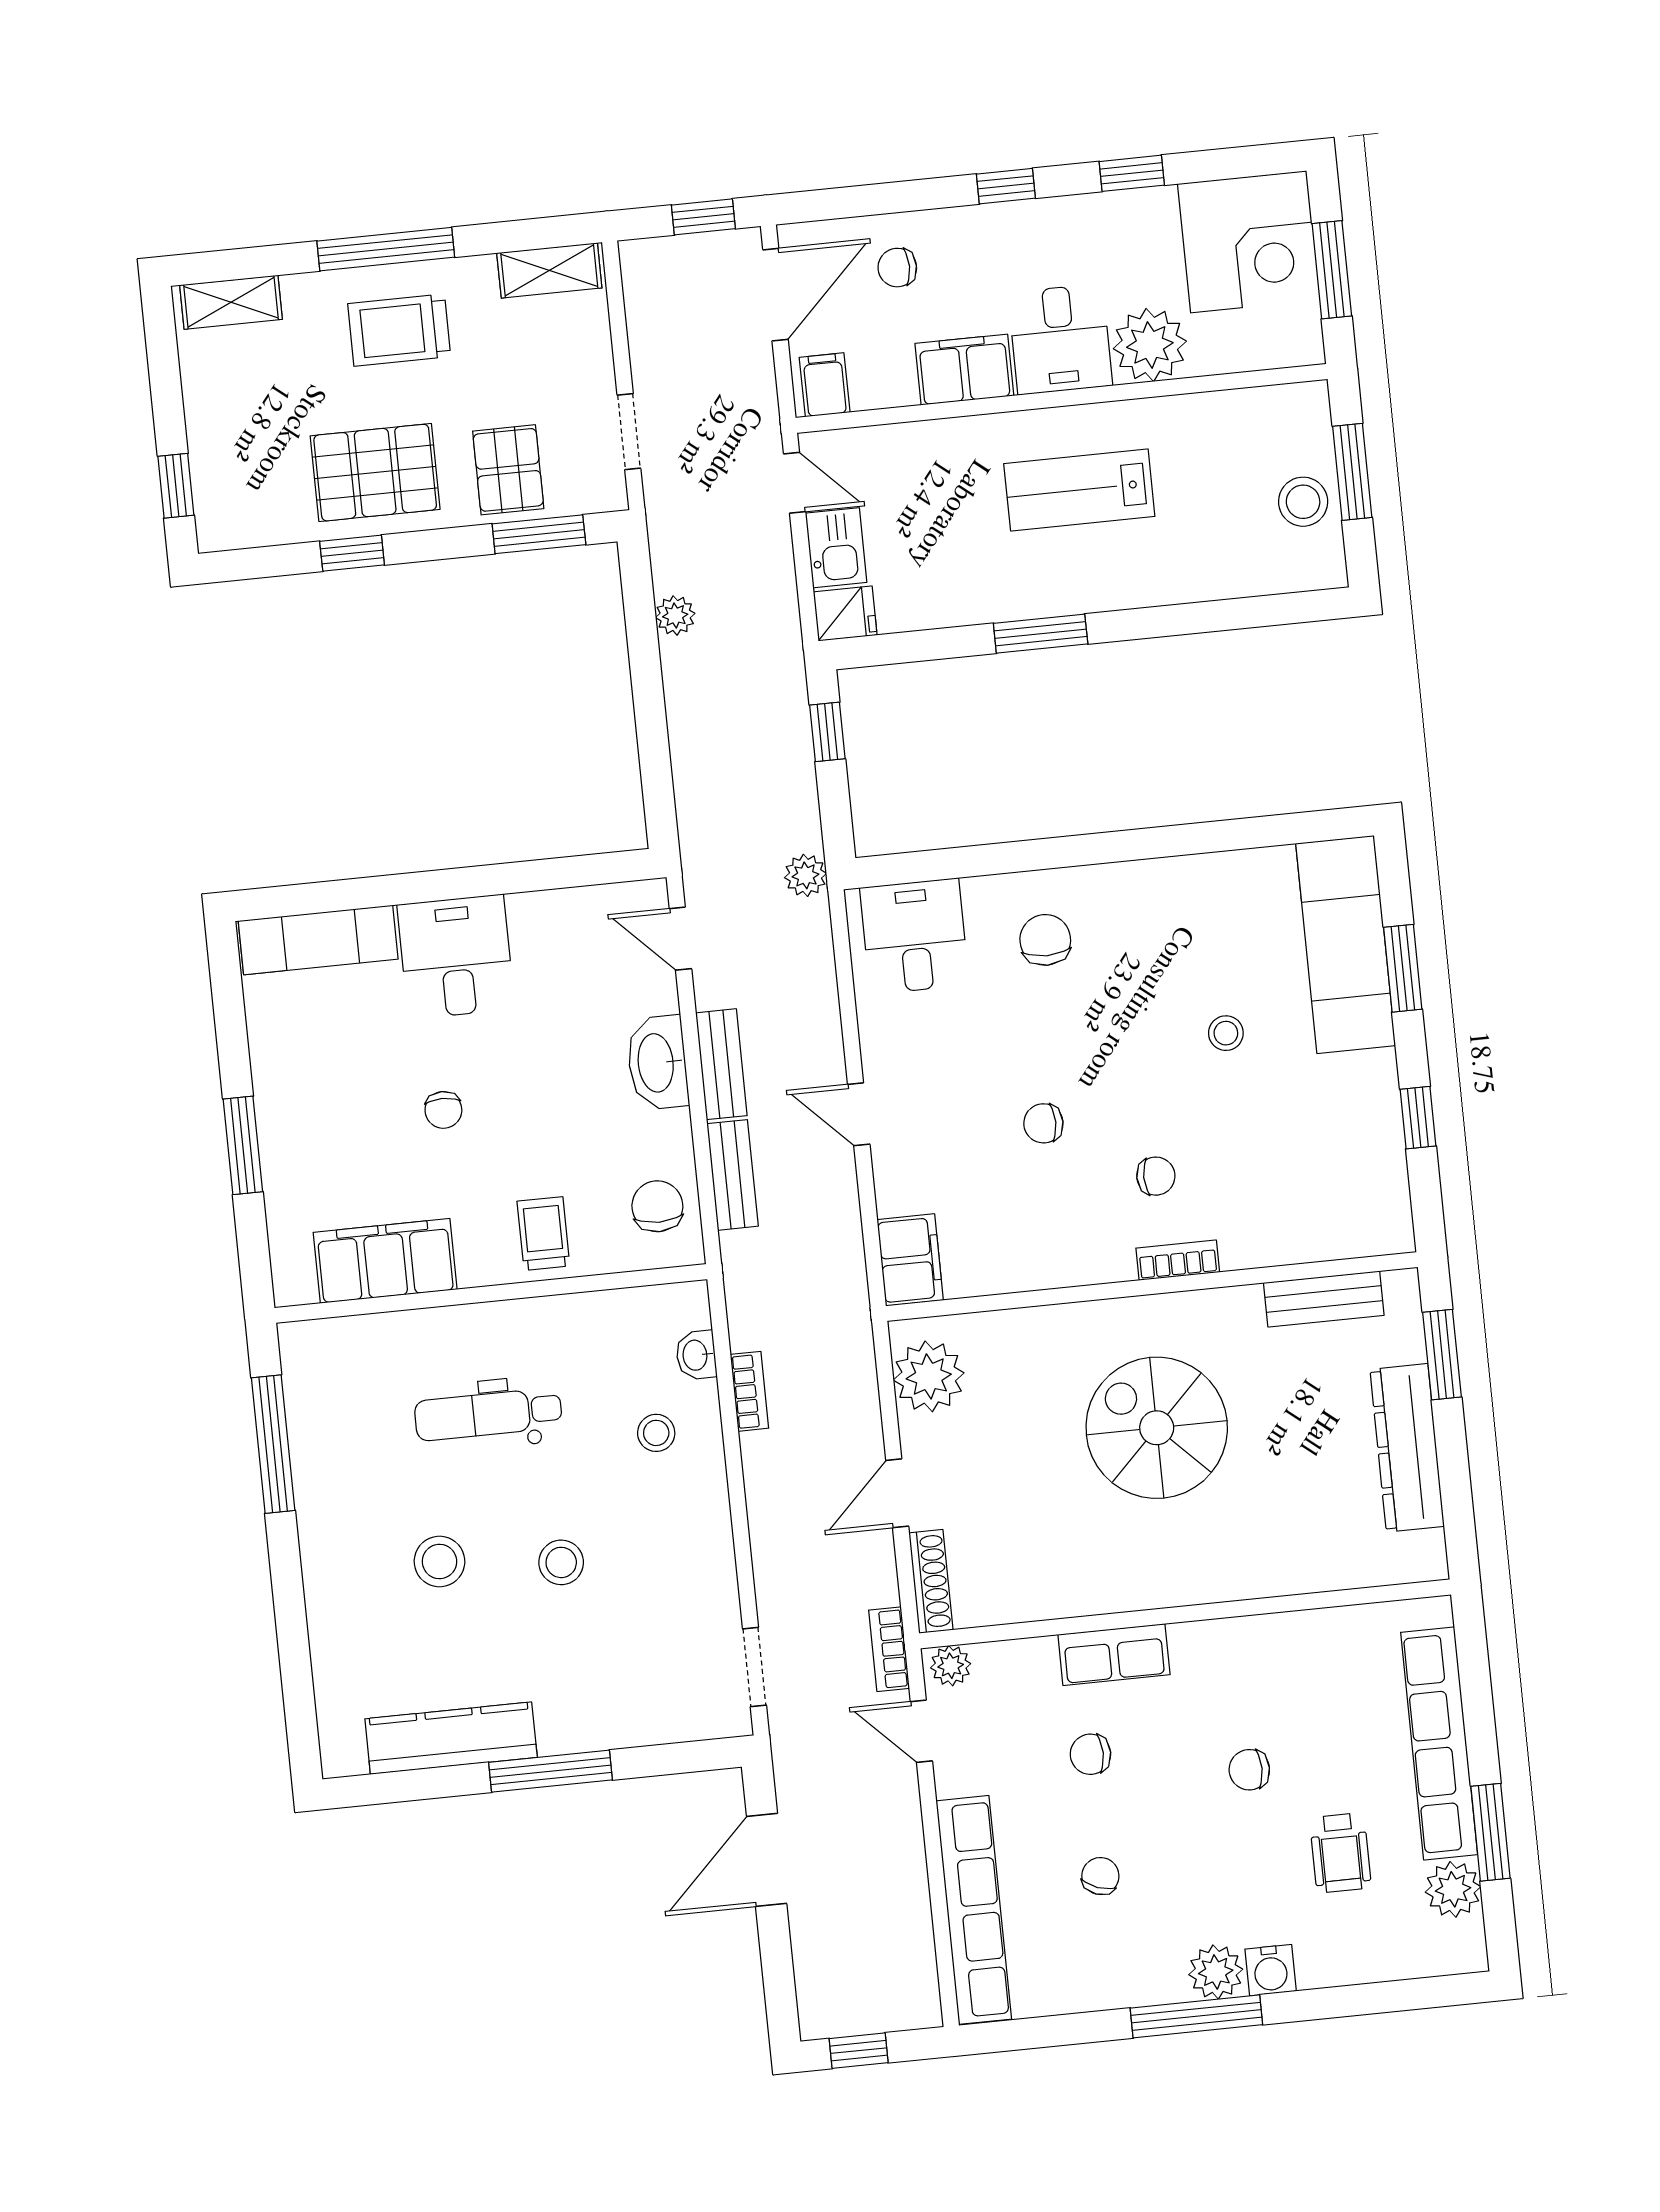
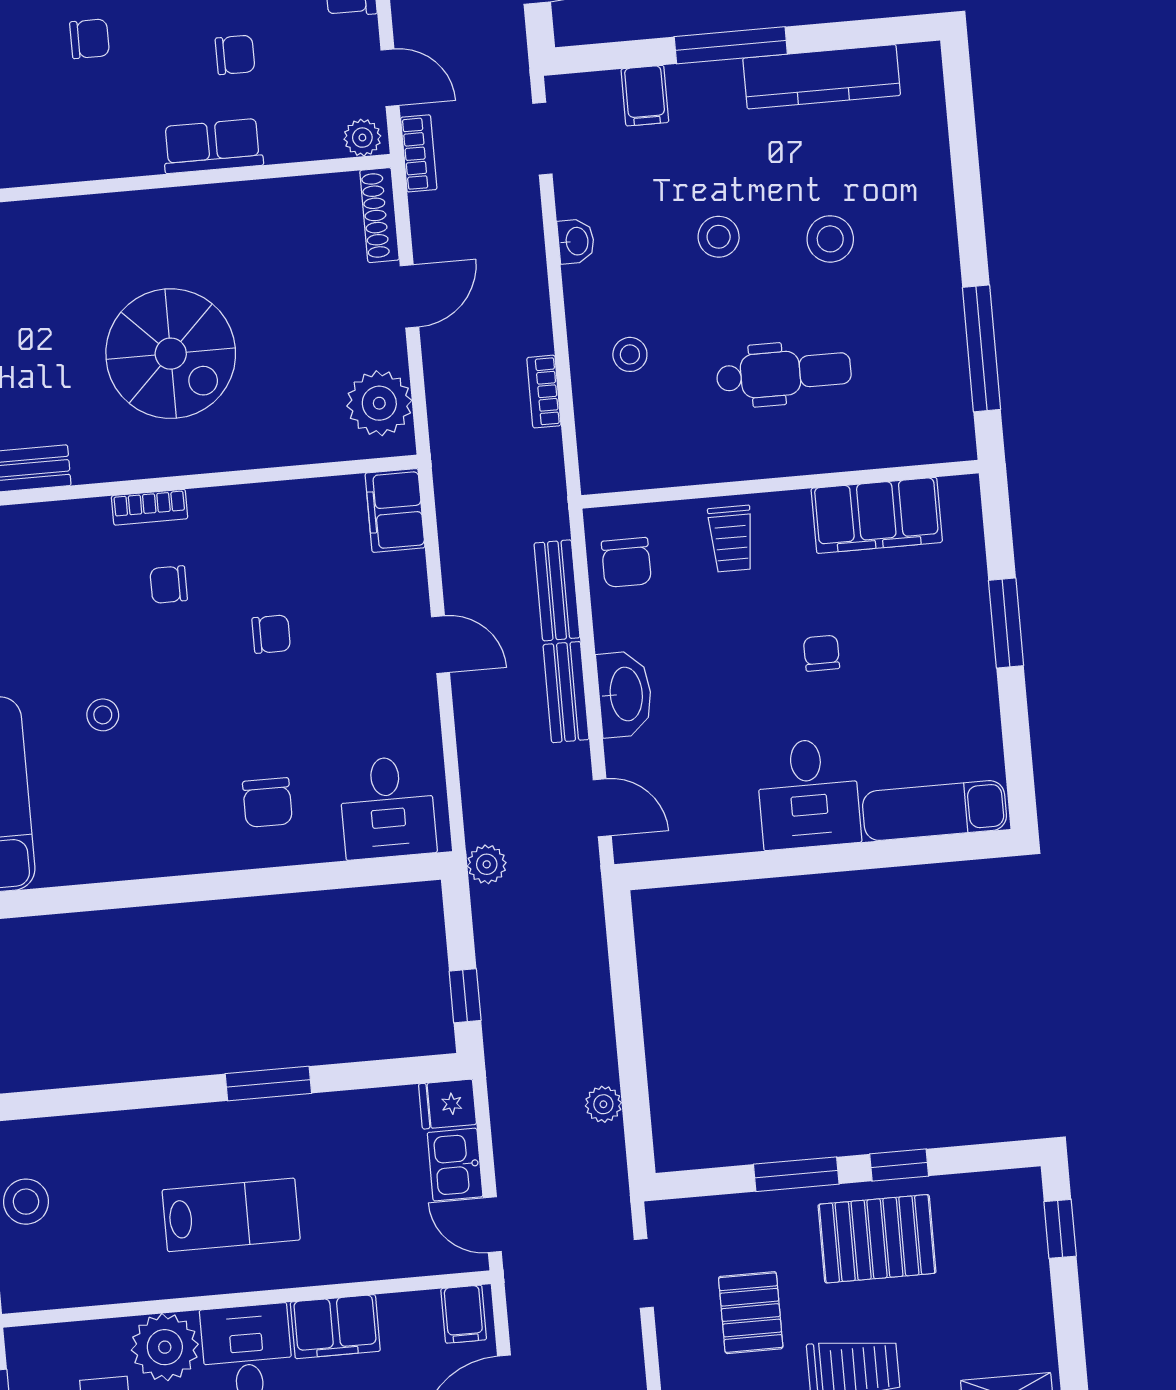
pallet: (508, 470) -> (751, 1313), moved
window: (539, 534) -> (796, 1174), moved
washbasin: (696, 1355) -> (576, 241), moved
filing cabinet: (643, 1715) -> (645, 96), added

